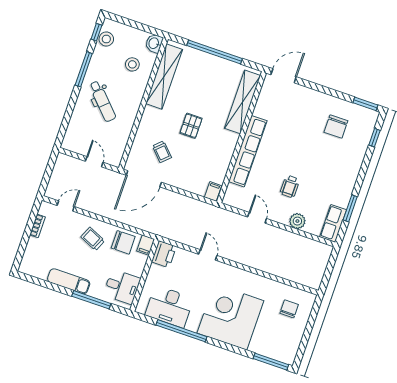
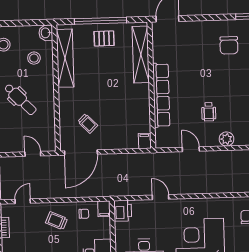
pallet: (191, 126) -> (104, 38), moved, turned 90
chair: (123, 242) -> (84, 214), width x0.54, depth x0.54

